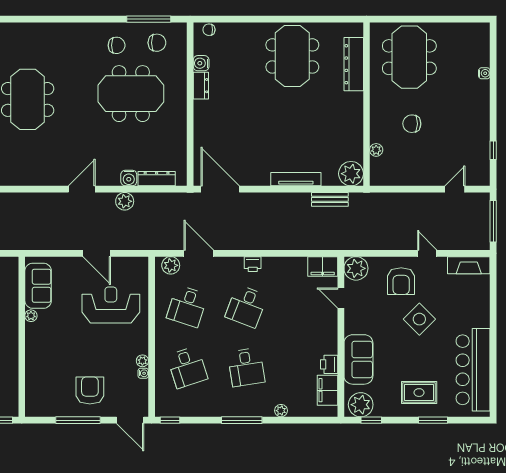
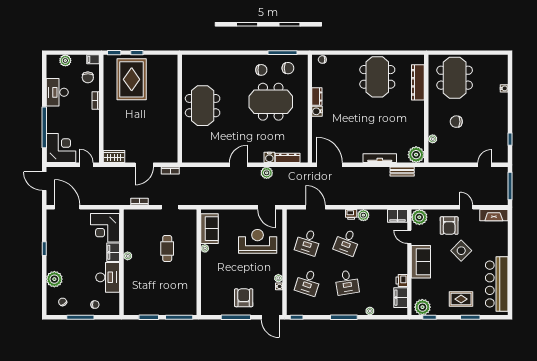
water cooler: (201, 63) -> (317, 111), moved
door: (97, 253) -> (267, 207), moved
plant: (171, 265) -> (363, 215), moved
sofa: (358, 359) -> (421, 262), moved
desk: (187, 367) -> (308, 282), turned 36

